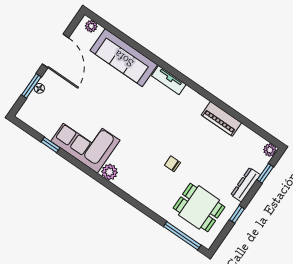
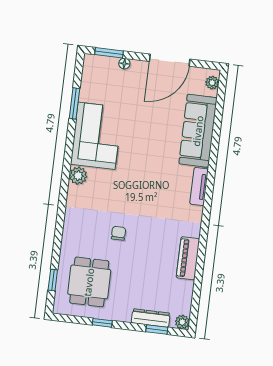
window: (31, 86) -> (109, 53), moved
window: (50, 145) -> (74, 103), width x1.50
dresser: (246, 185) -> (151, 318), moved
window: (182, 236) -> (53, 280), width x0.46

